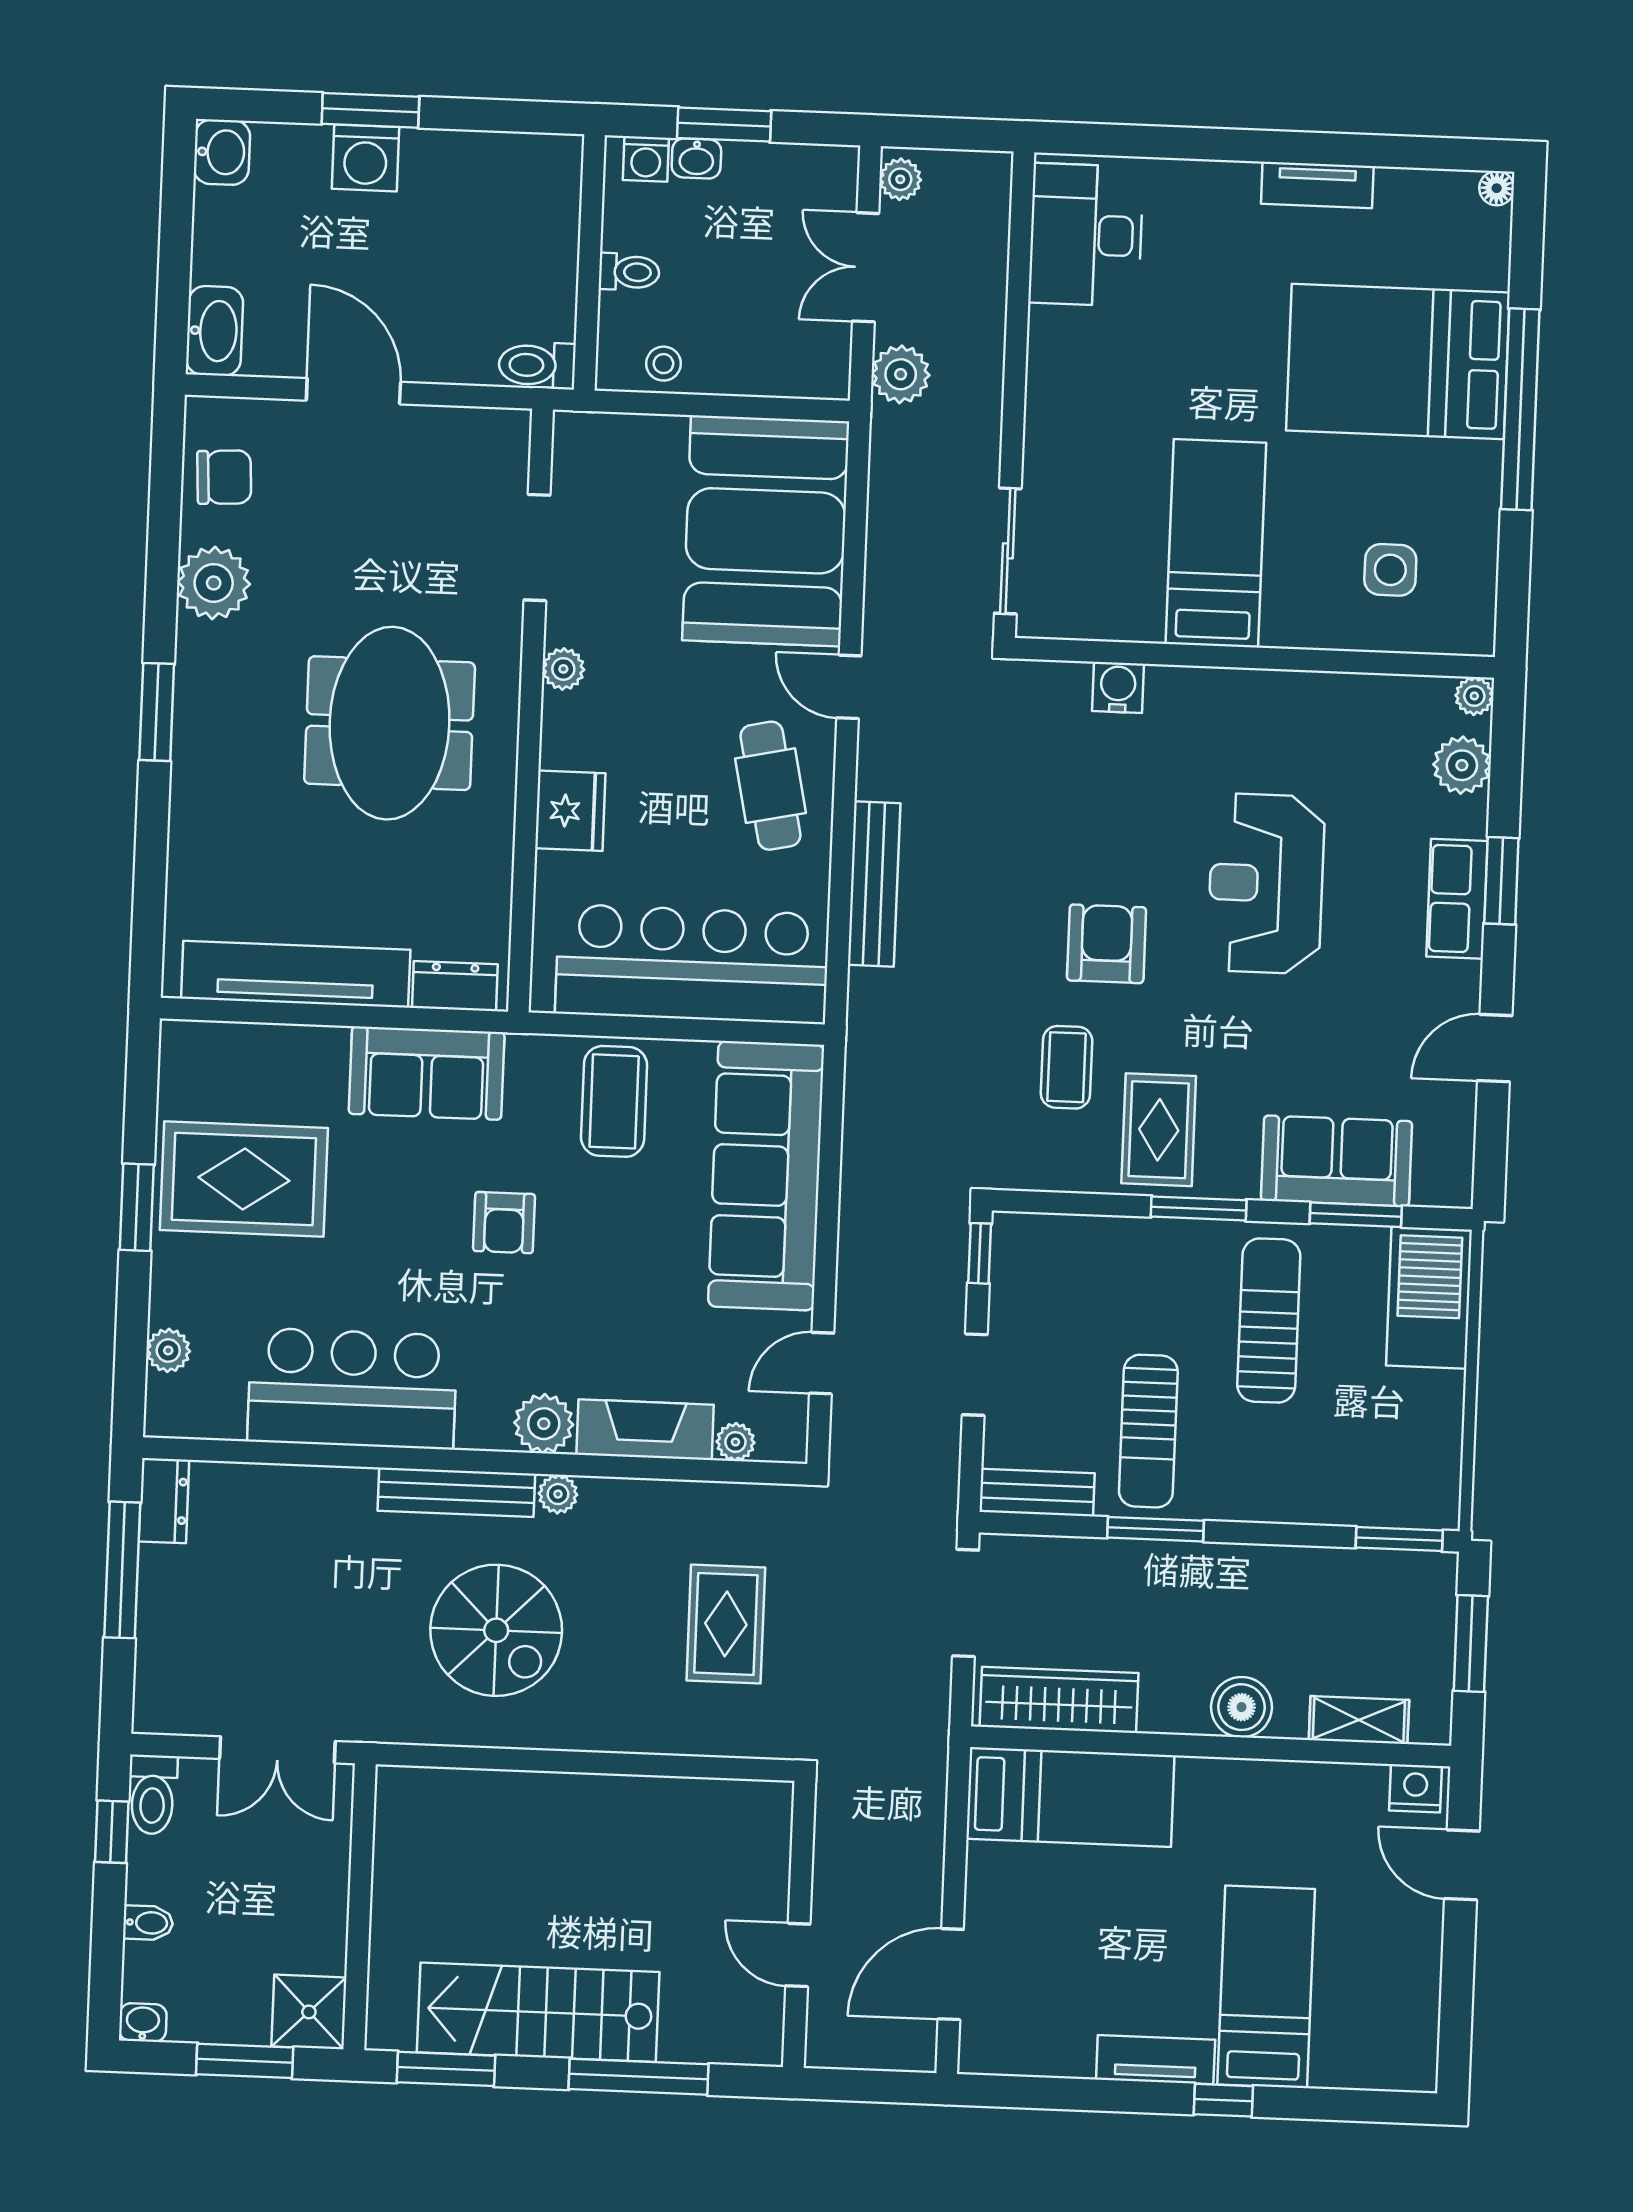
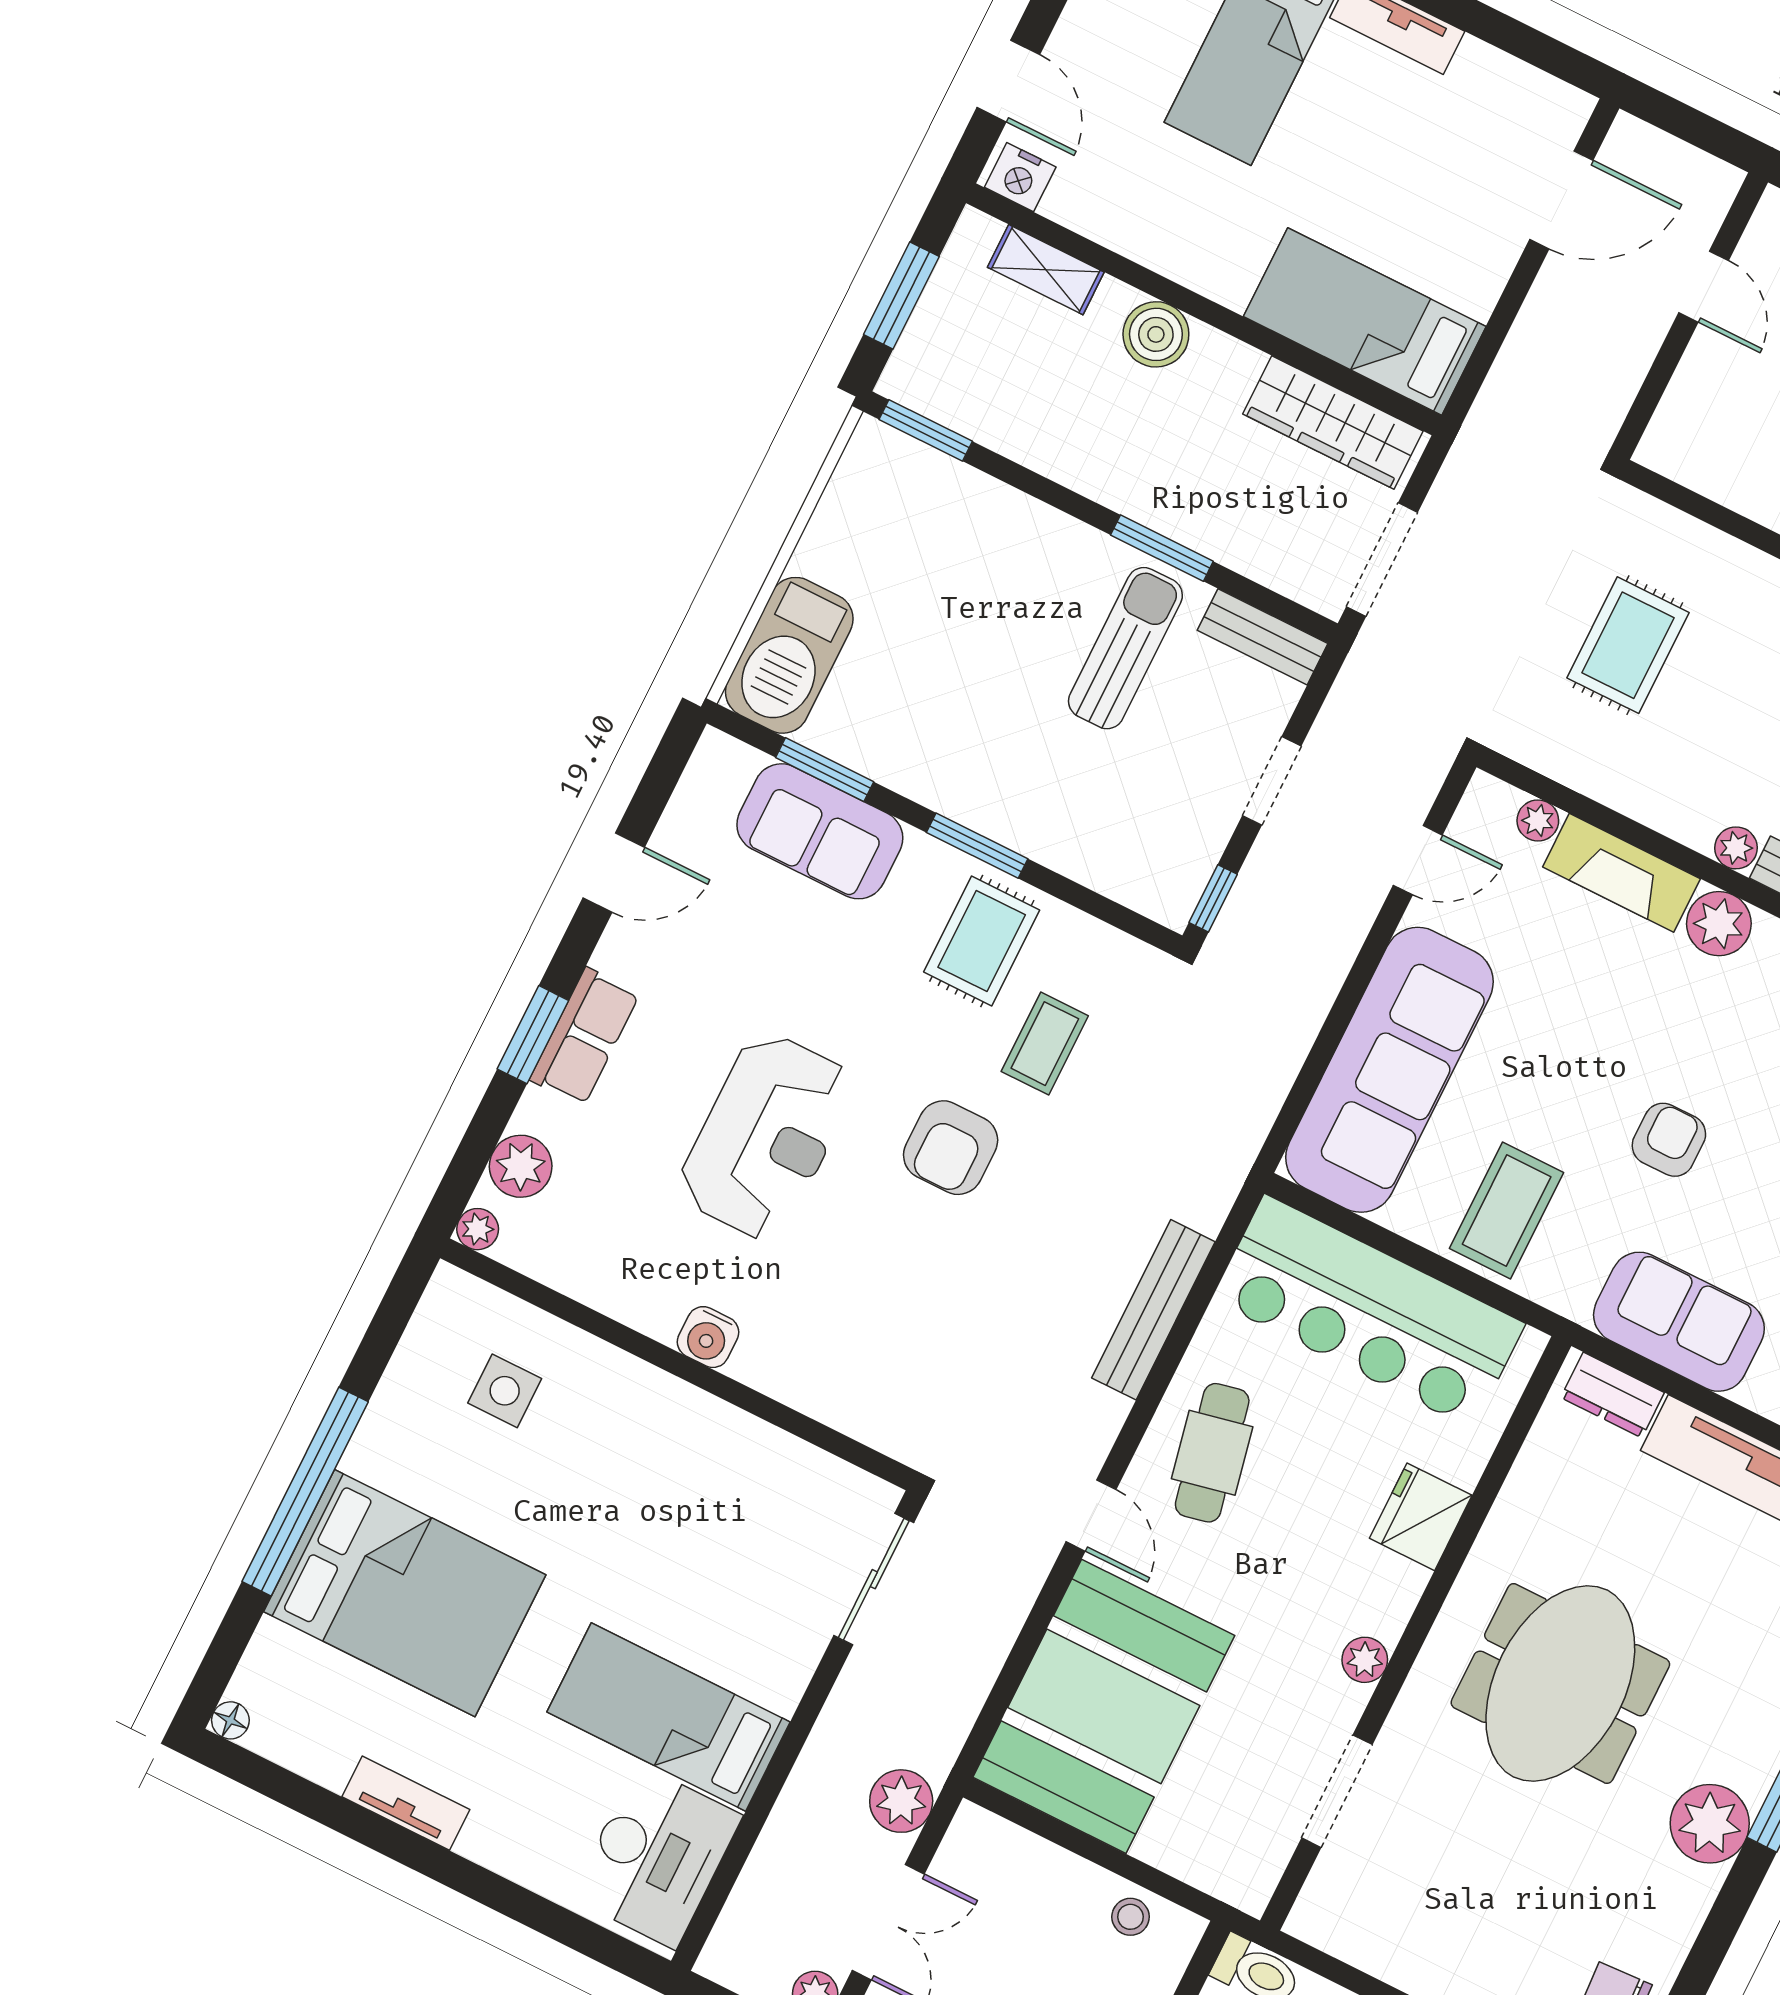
bed: (1216, 543) -> (669, 1717), moved, turned 90
plant: (214, 583) -> (1710, 1824), moved
water cooler: (1118, 687) -> (708, 1337), moved
sun lounger: (1269, 1320) -> (958, 704), removed

